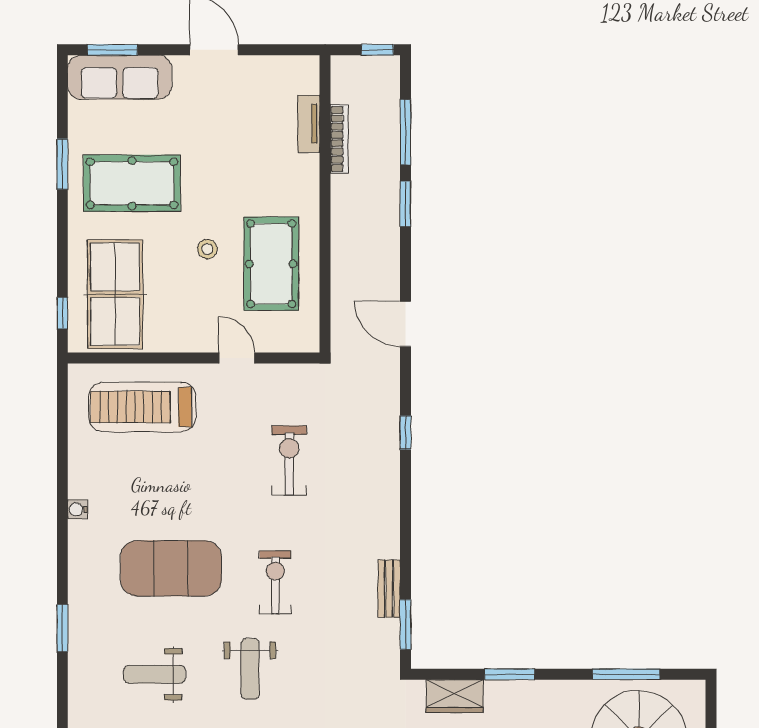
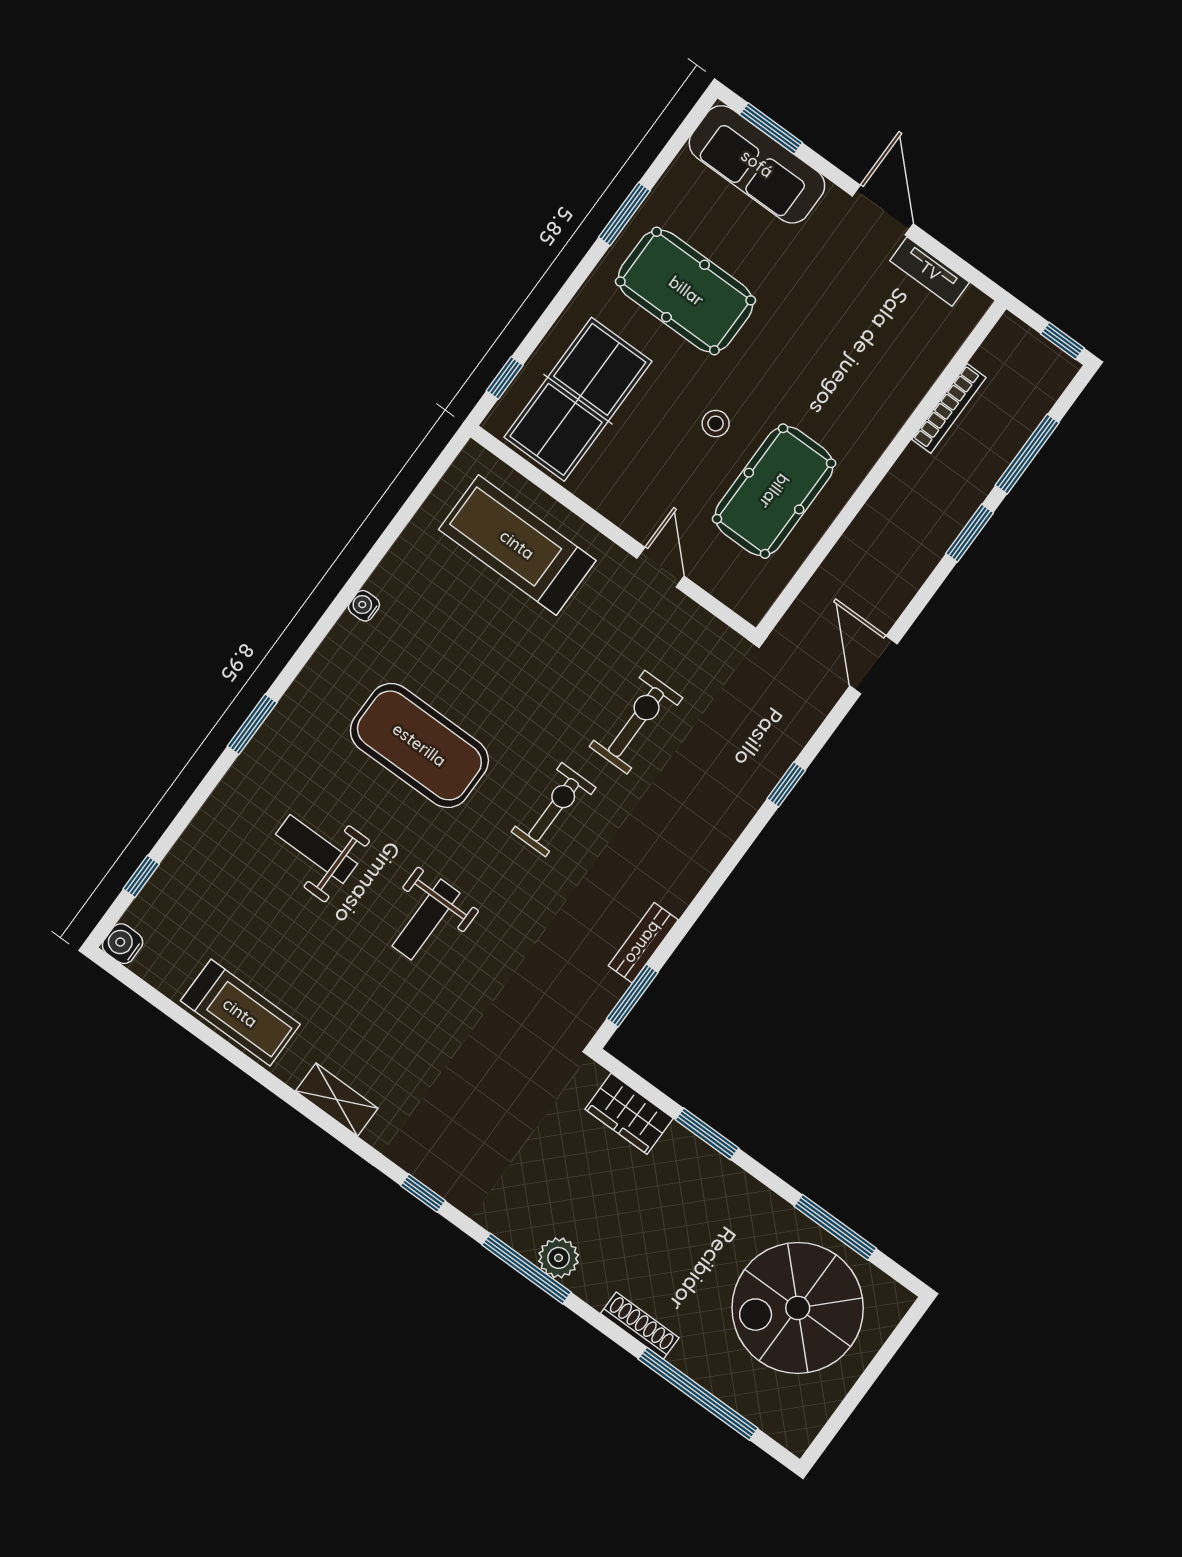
tv unit: (309, 124) -> (930, 271), moved, turned -90
exercise bike: (275, 582) -> (554, 810), moved

